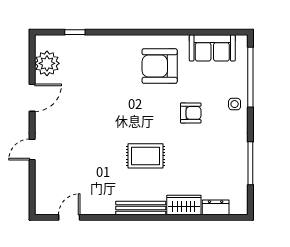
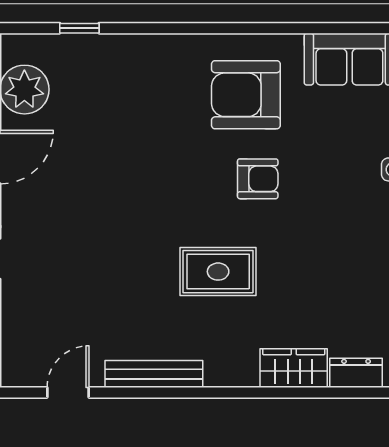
armchair: (191, 113) -> (258, 179), moved
bench: (141, 208) -> (154, 374), moved

